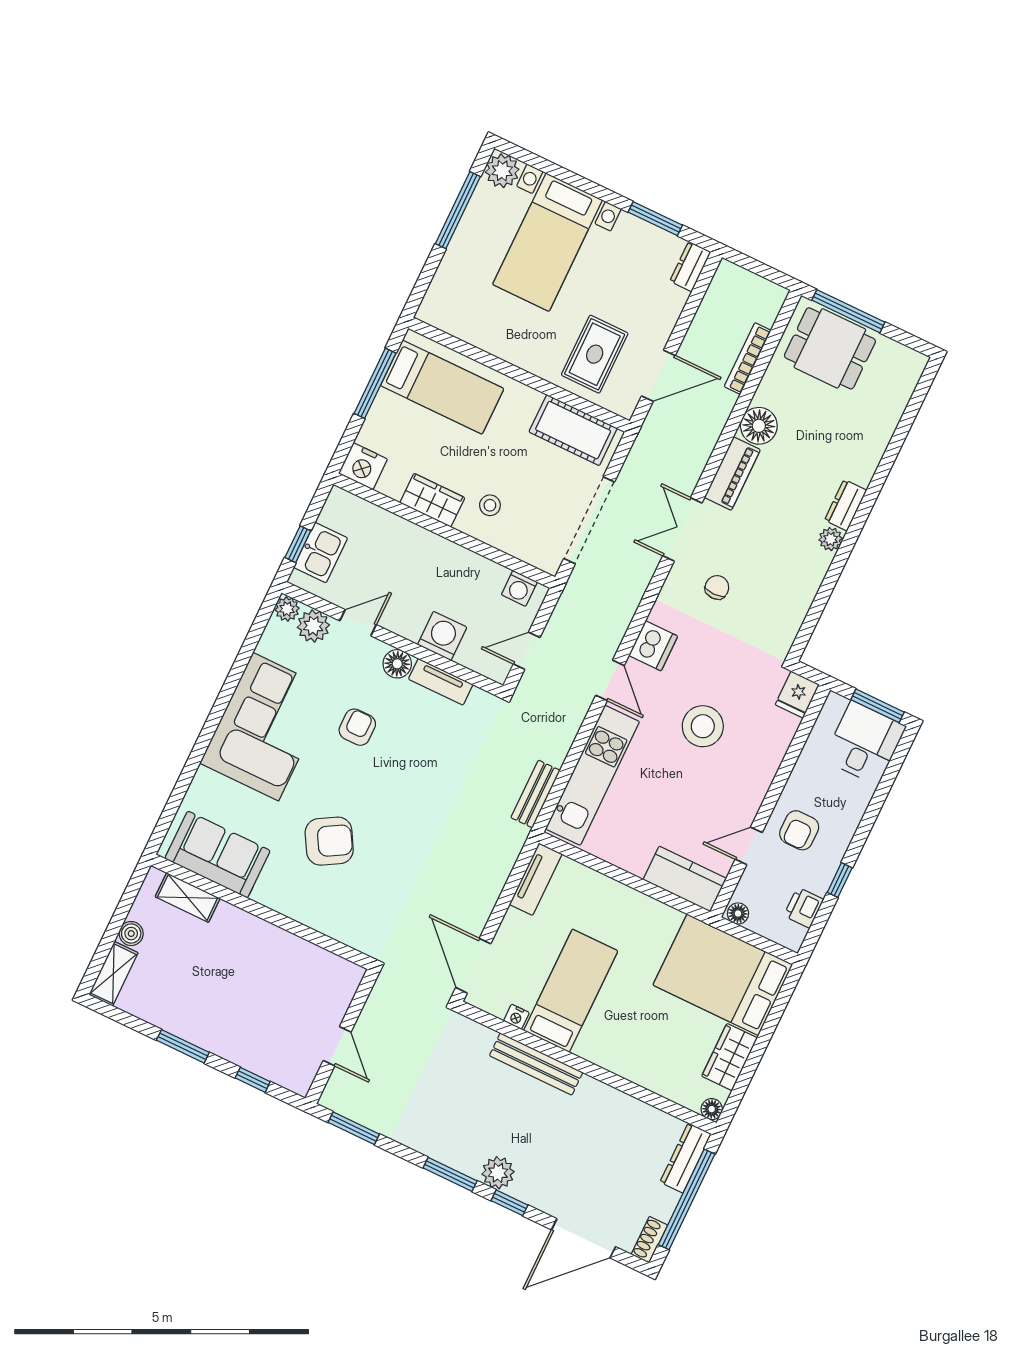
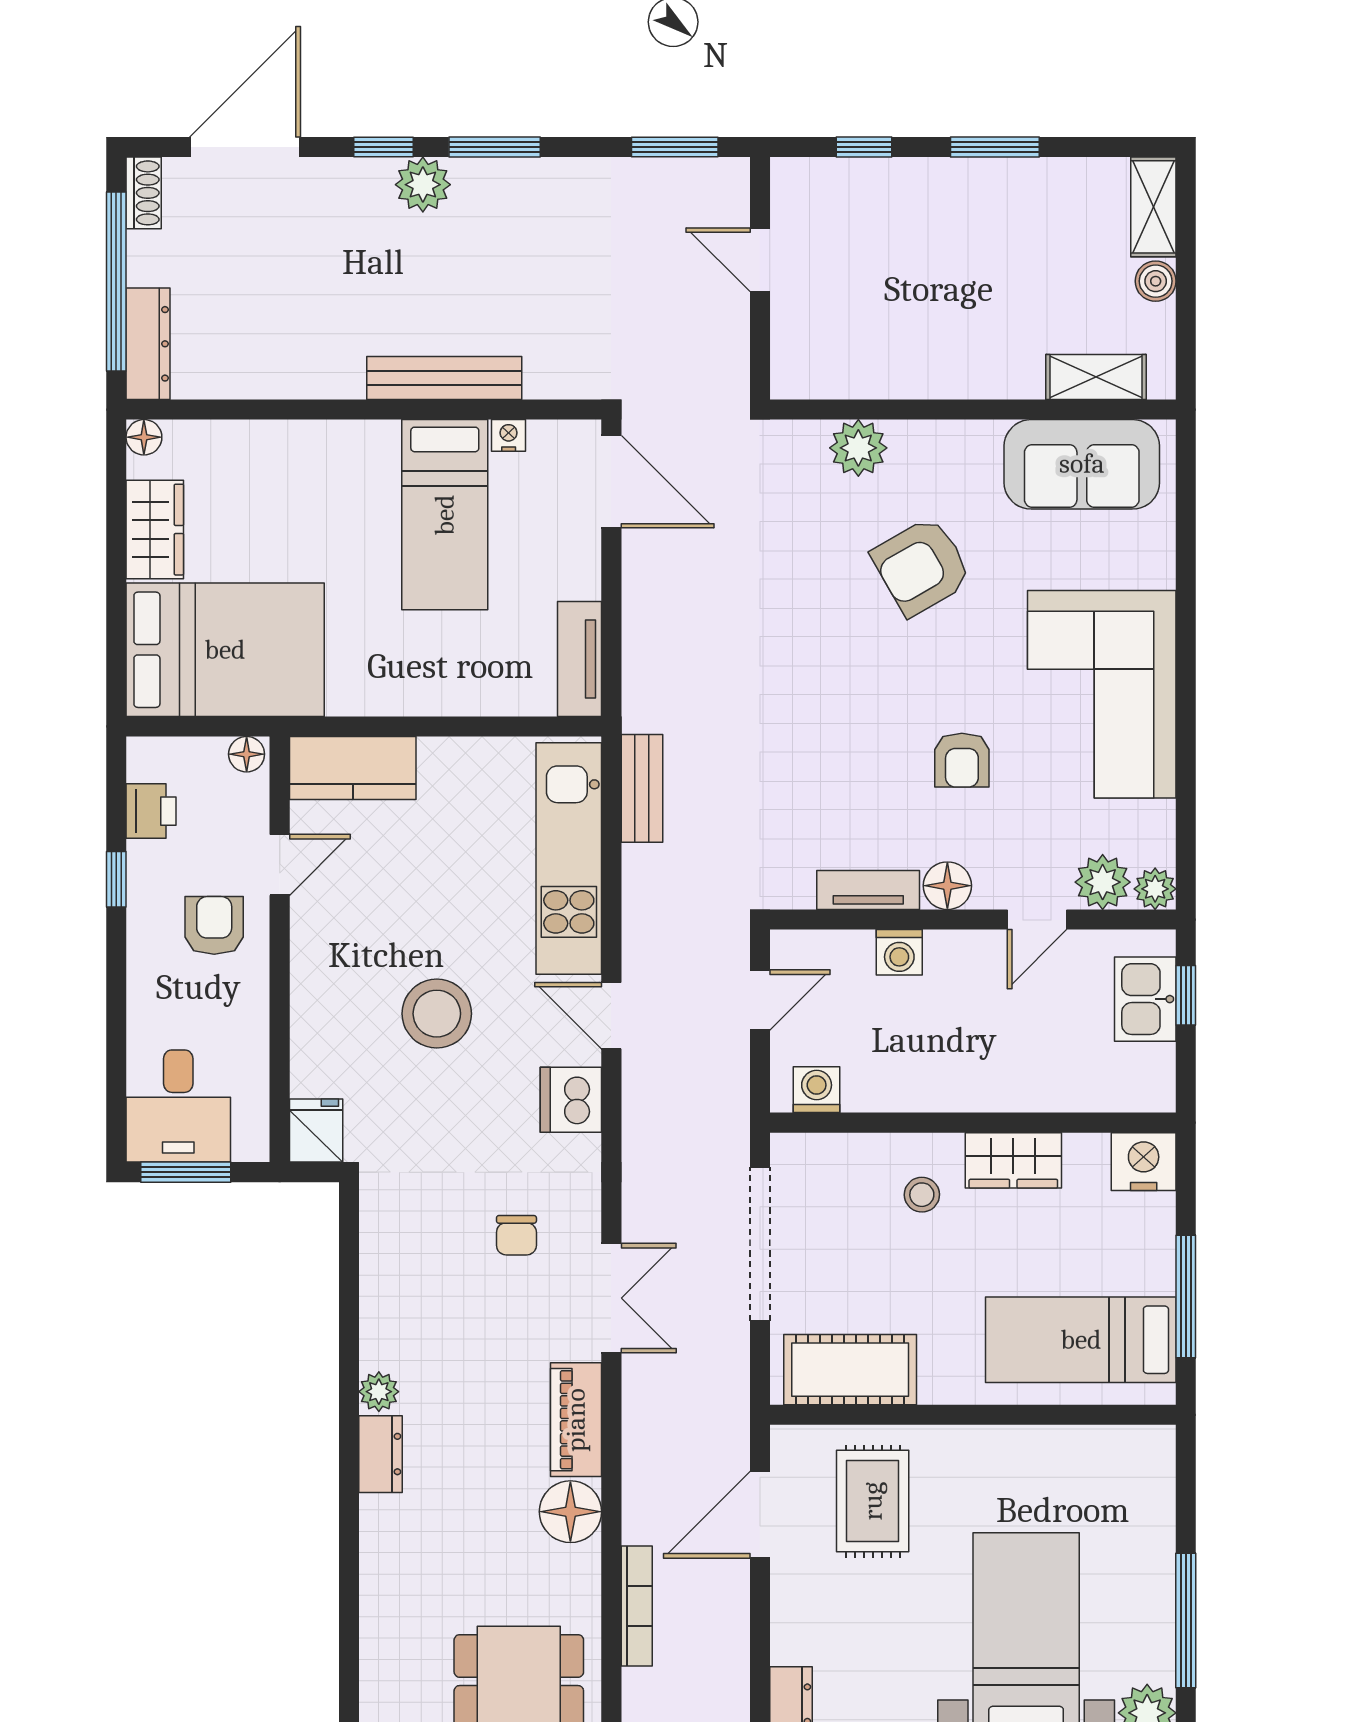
washing machine: (442, 636) -> (899, 952), width x0.73, depth x0.73
plant: (333, 921) -> (858, 448), added

